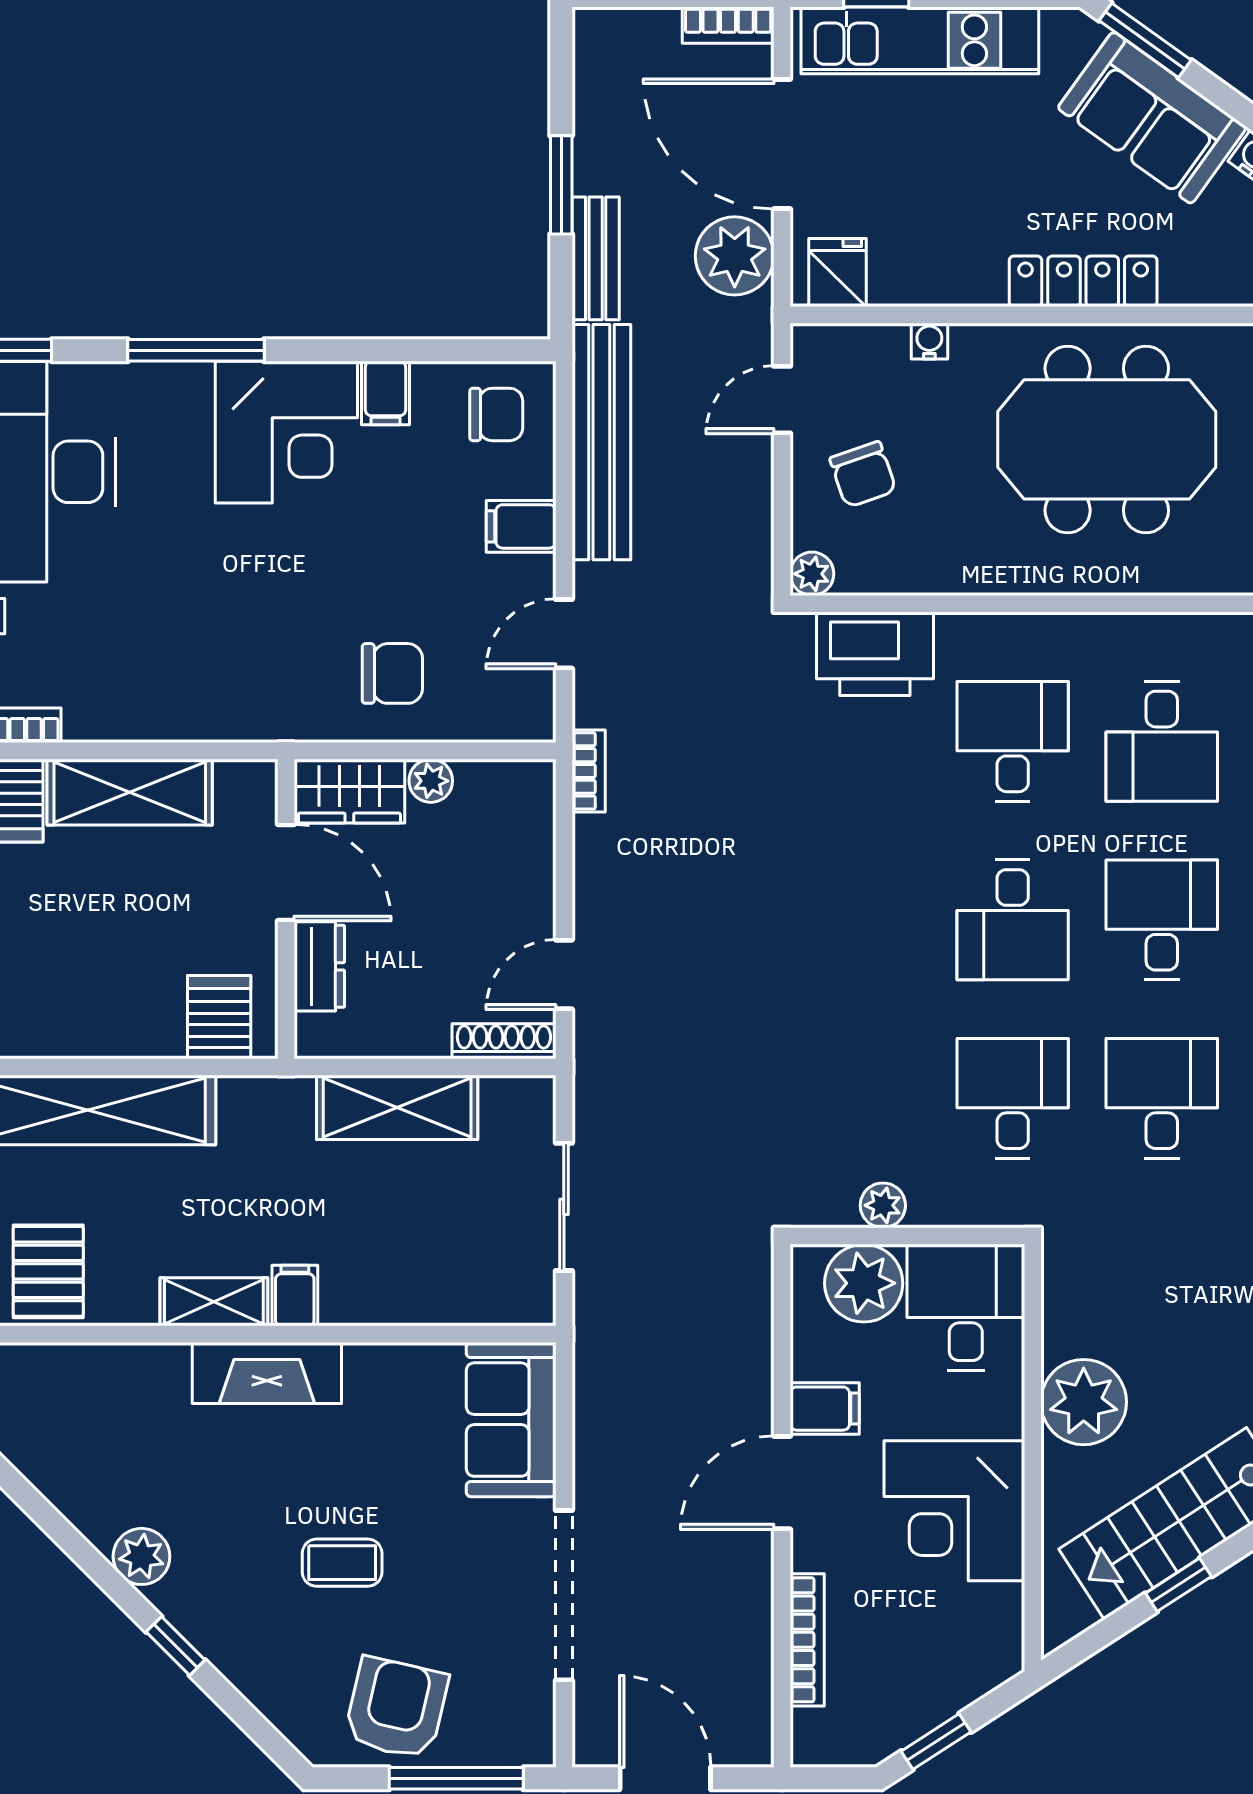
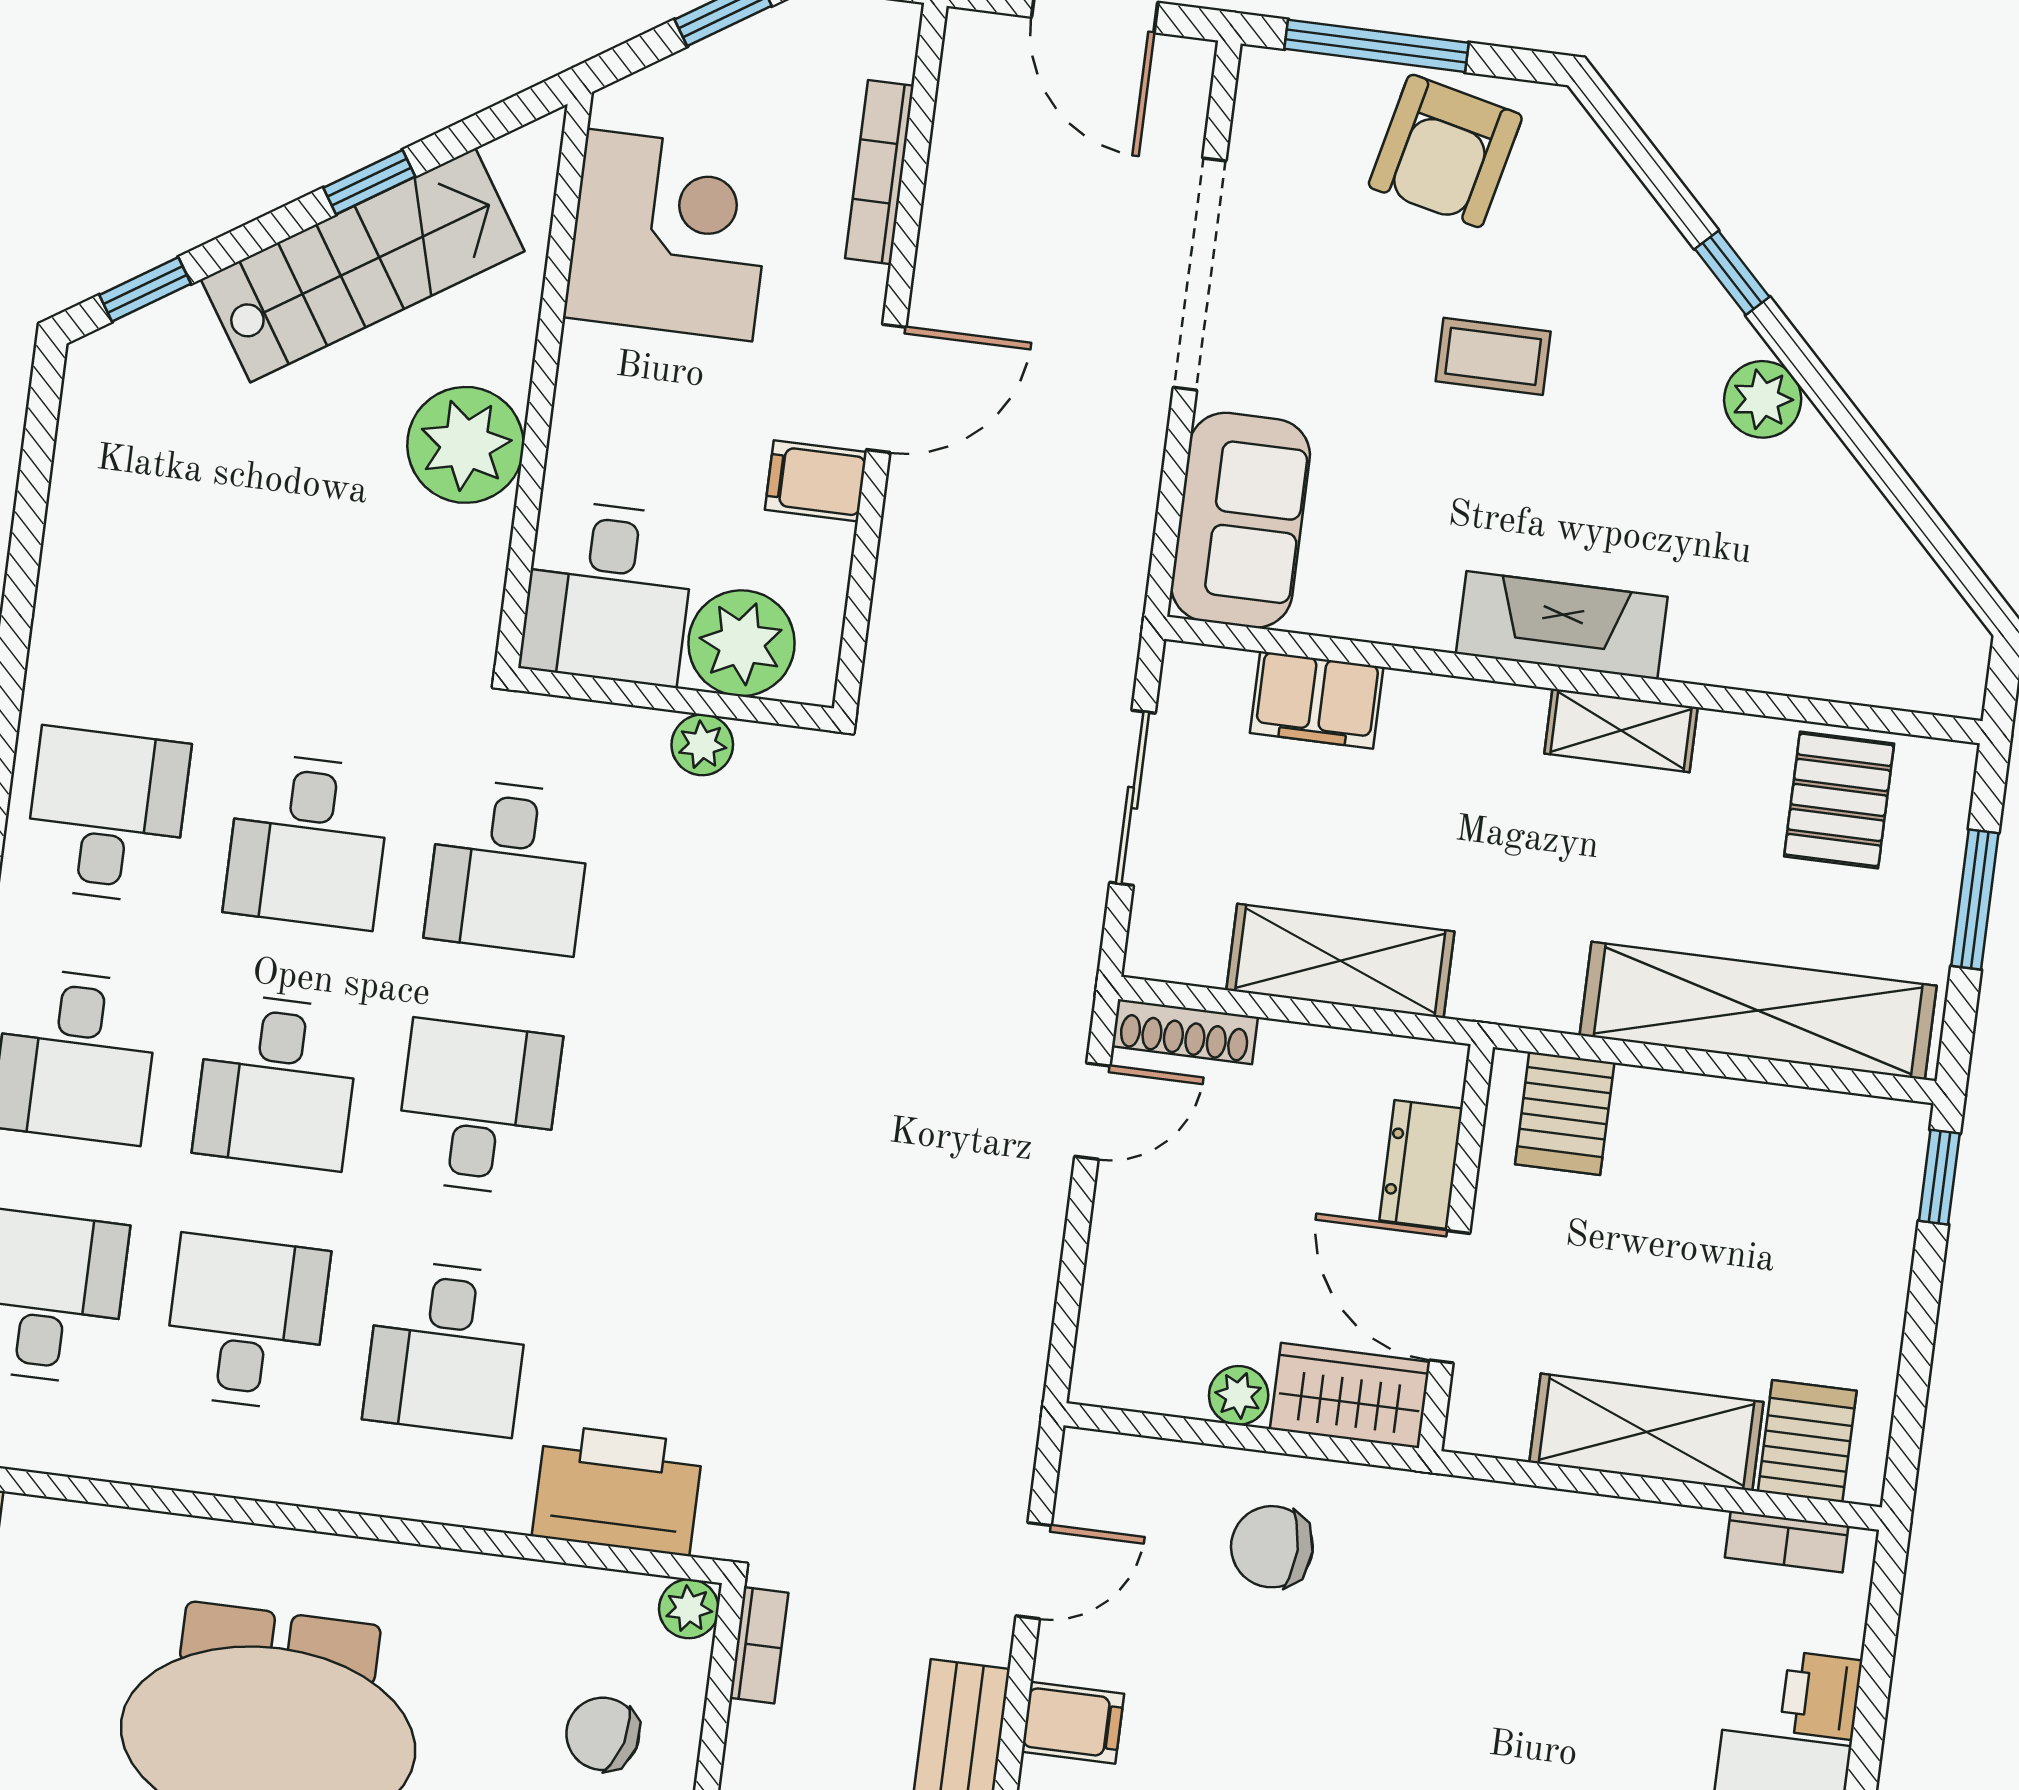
chair: (863, 474) -> (603, 1734), turned -56
bookcase: (589, 771) -> (759, 1645), moved, turned 180
filing cabinet: (295, 1296) -> (1317, 700), moved, width x2.00
corner desk: (954, 1511) -> (670, 235), moved

